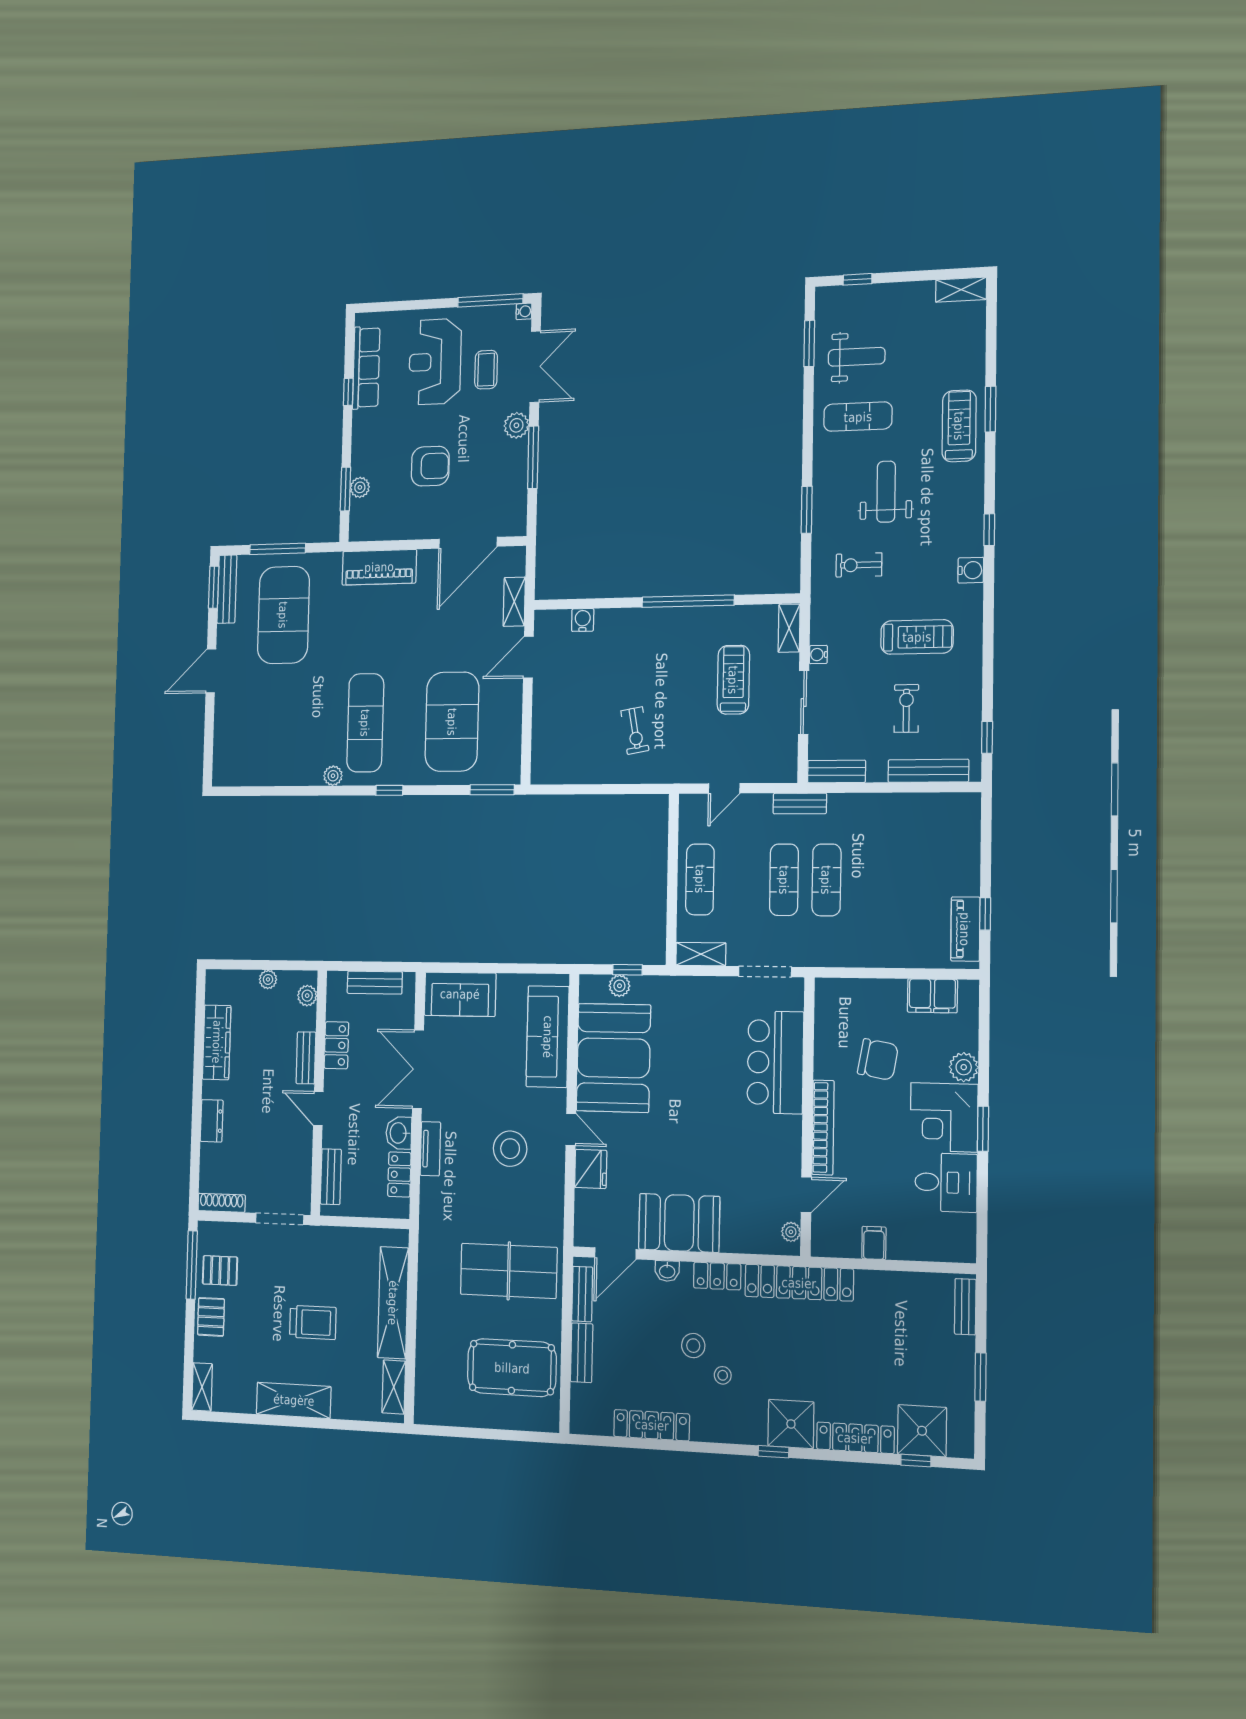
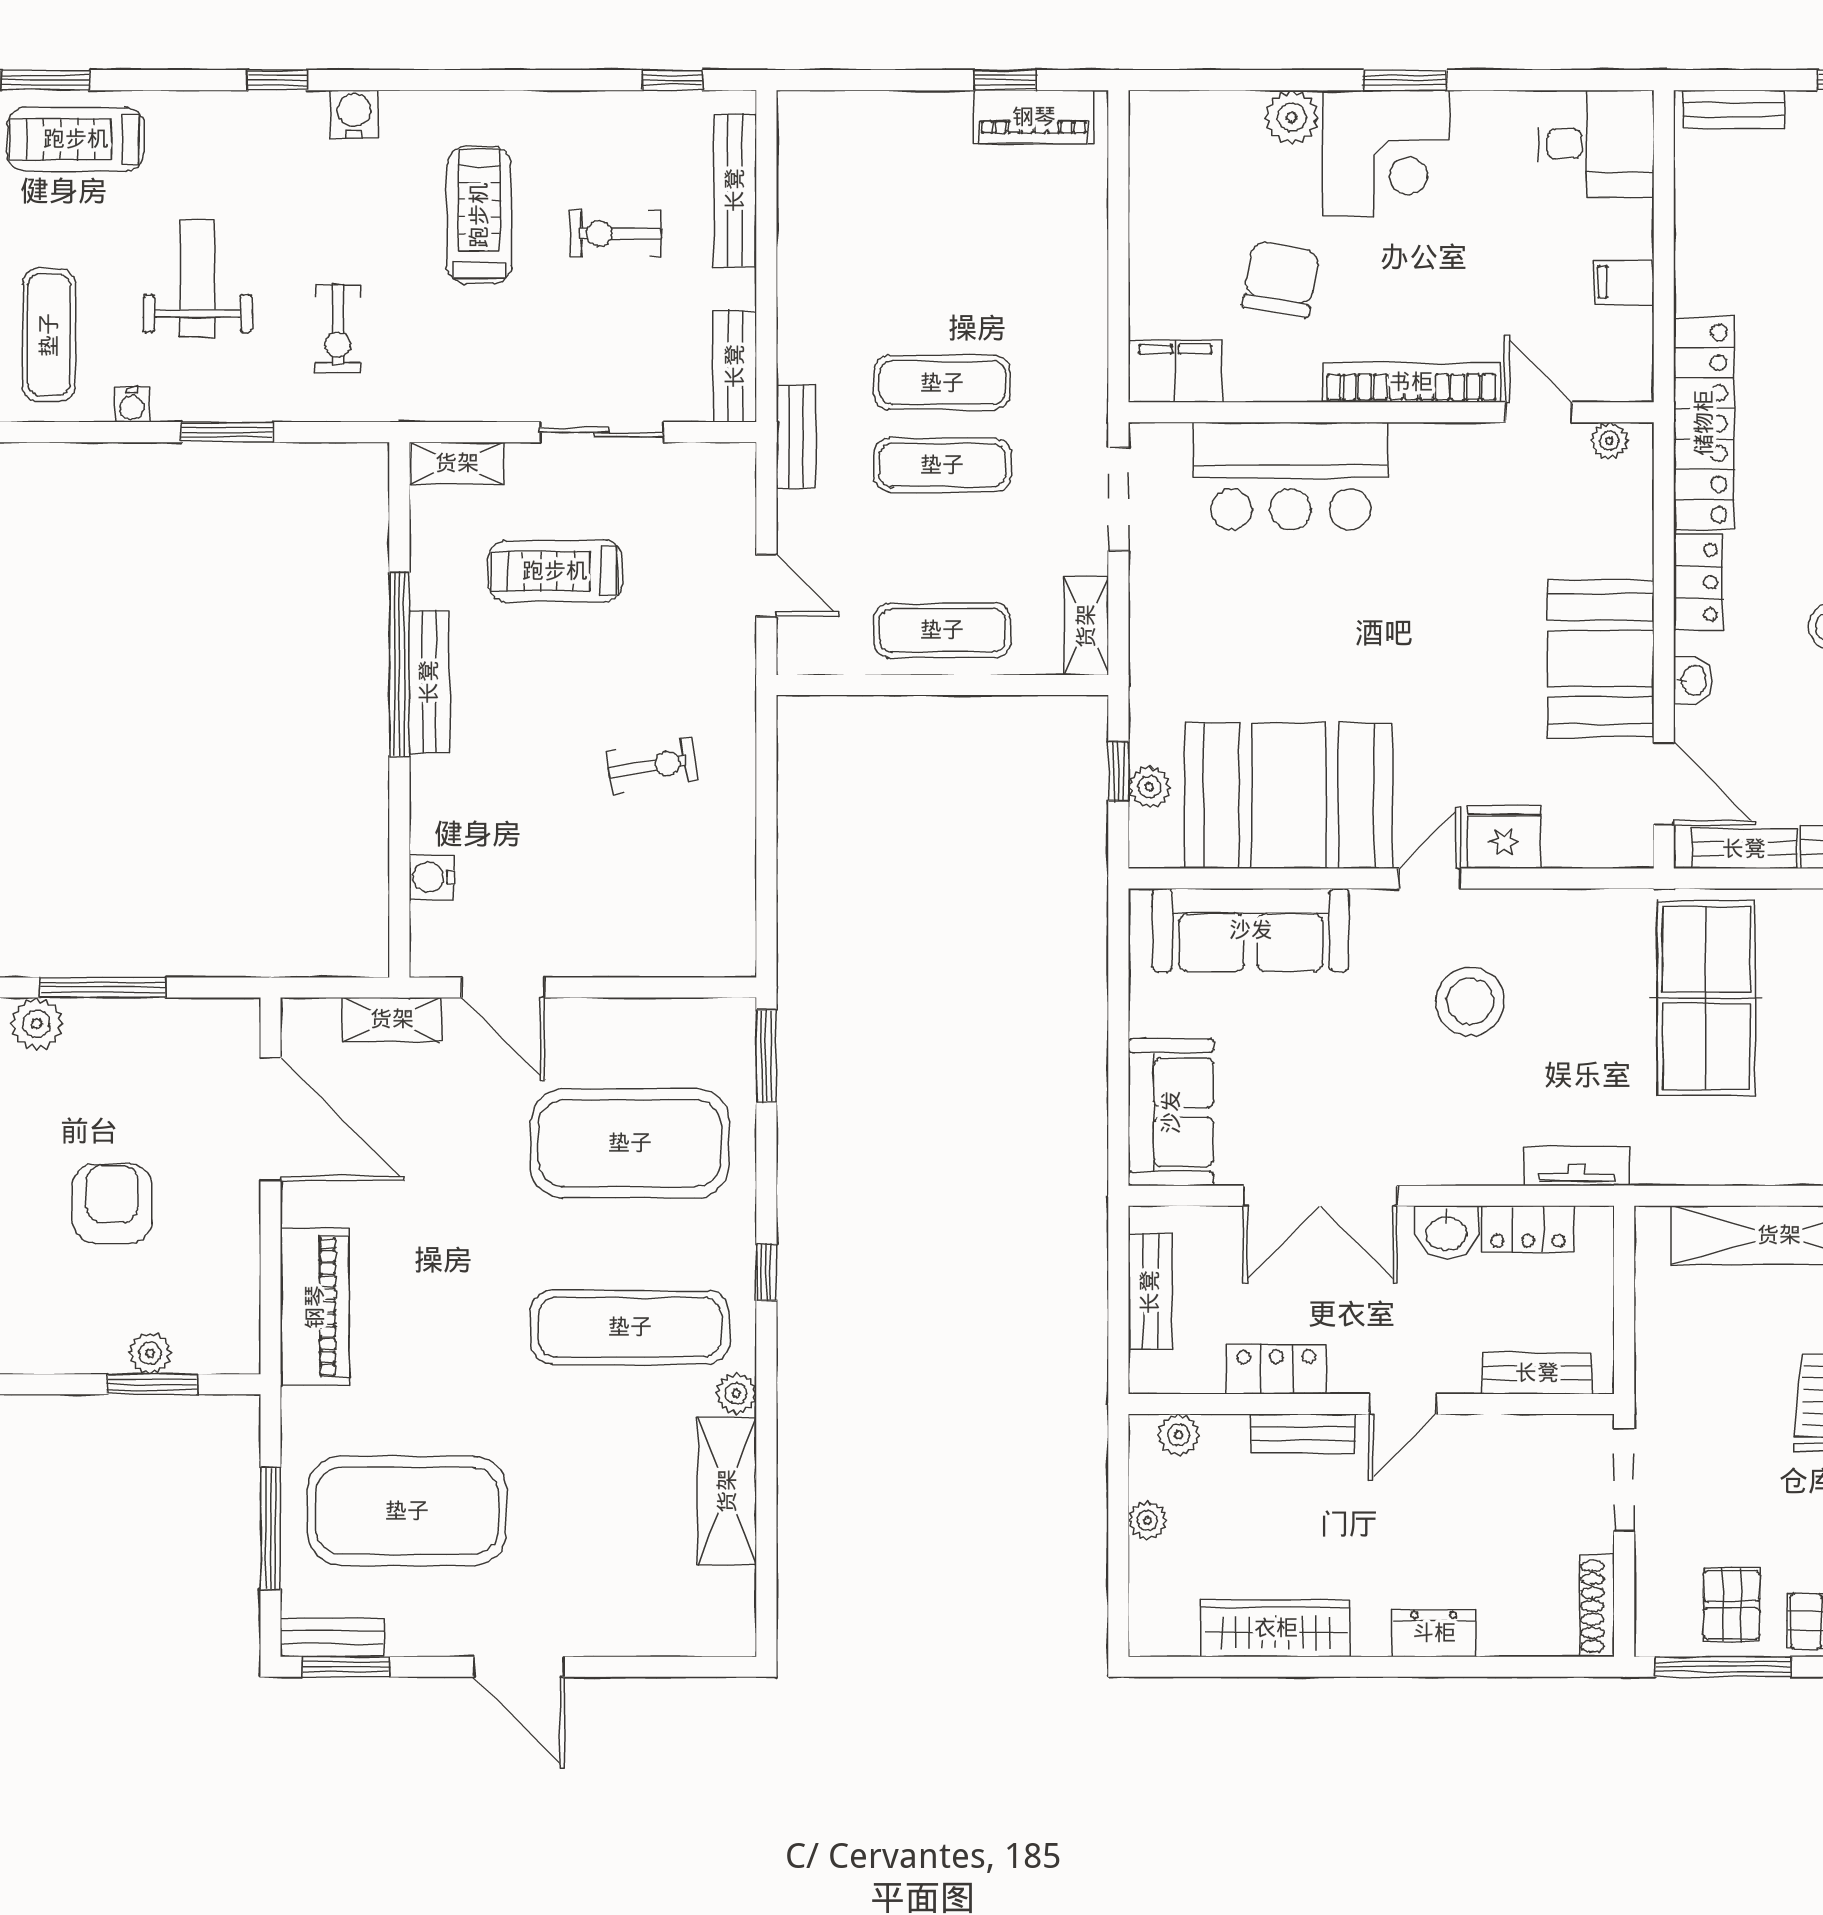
weight bench: (886, 492) -> (197, 278), turned 90
bench: (227, 589) -> (332, 1637), width x0.73
bench: (679, 617) -> (429, 682), added
water cooler: (818, 655) -> (132, 405), moved
shelving: (288, 772) -> (727, 1491), added
filing cabinet: (932, 996) -> (1175, 371), moved, turned -90
tv unit: (430, 1149) -> (1577, 1166), moved
desk: (946, 1182) -> (1596, 144), moved, turned 90

